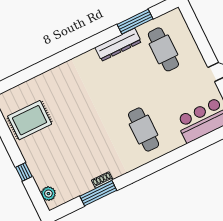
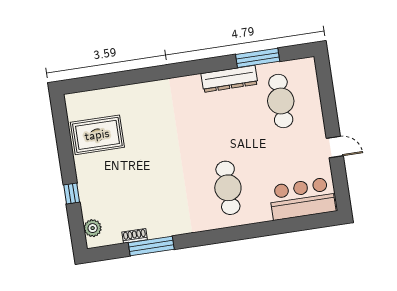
shoe rack: (102, 180) -> (135, 236), moved

